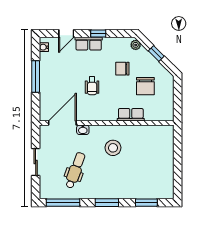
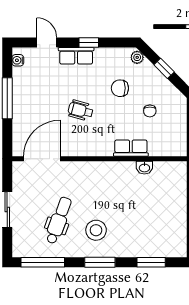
door: (66, 33) -> (47, 42), swing flipped
wheelchair: (92, 86) -> (81, 110), turned 105
chair: (145, 86) -> (150, 111), width x0.54, depth x0.54
washbasin: (83, 130) -> (144, 168), moved
stool: (113, 148) -> (96, 230), moved

